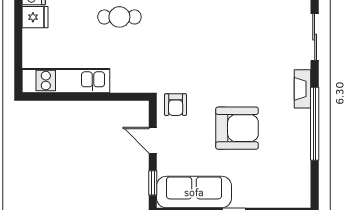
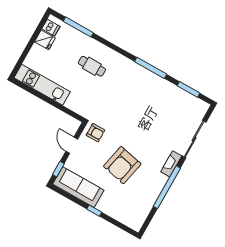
sliding door: (315, 37) -> (194, 139), width x1.37
armchair: (176, 105) -> (96, 133), turned -90
armchair: (237, 128) -> (122, 165), turned 102

